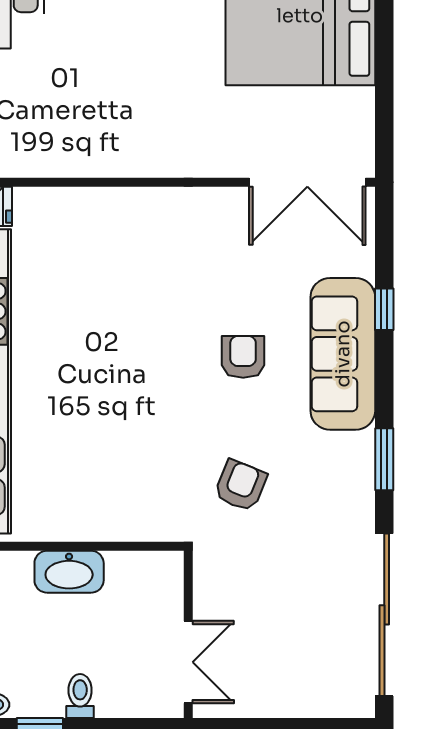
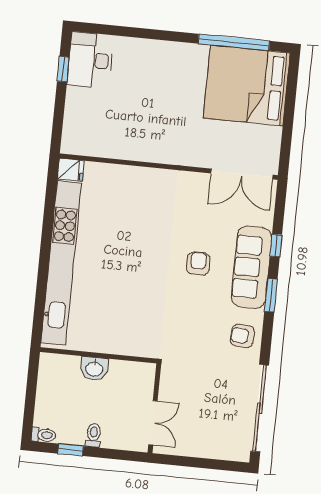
window: (384, 459) -> (271, 295), moved
armchair: (241, 486) -> (242, 336), moved, turned -107
washbasin: (69, 572) -> (94, 369), width x0.72

